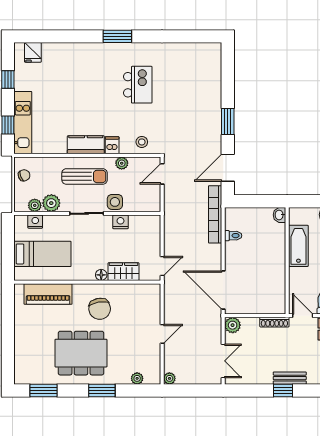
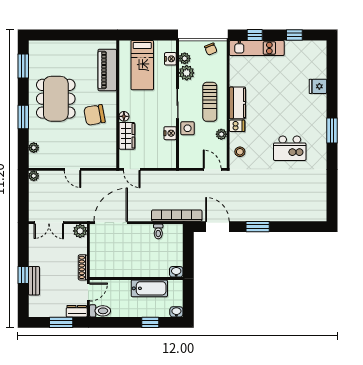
fridge: (33, 52) -> (318, 86), moved

